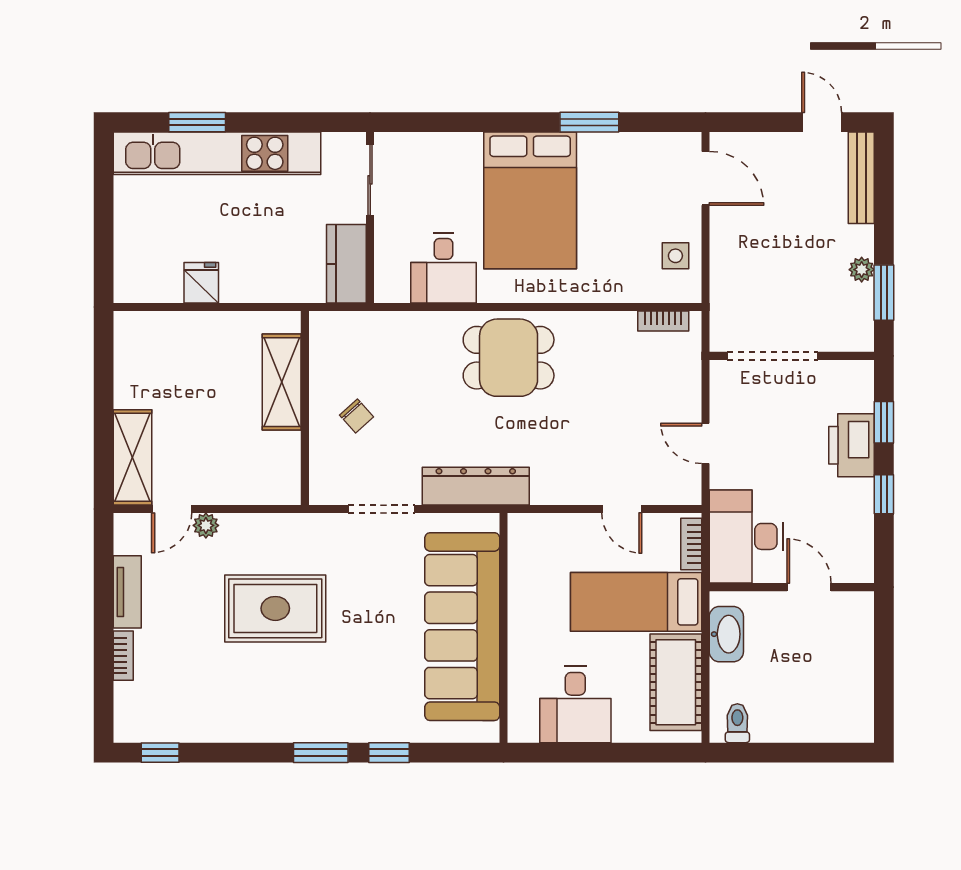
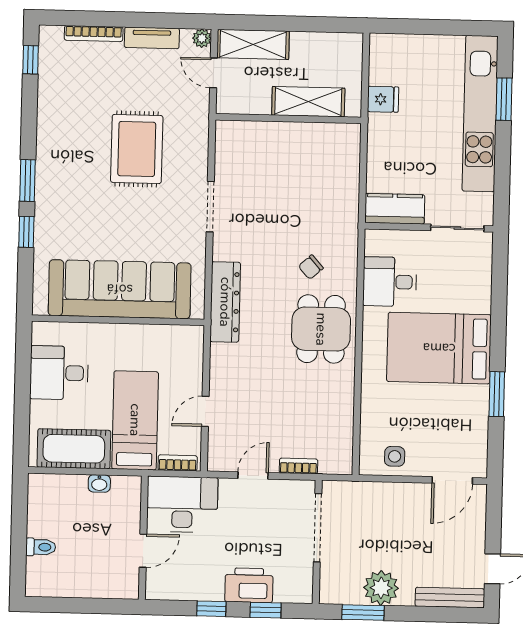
plant: (862, 270) -> (381, 588), width x1.88, depth x1.88
bookcase: (663, 321) -> (298, 466), moved, turned 90
shelving: (282, 382) -> (308, 102), moved
wall: (305, 408) -> (288, 119), moved
chair: (357, 416) -> (311, 267), moved
doorway: (382, 509) -> (210, 207), moved
plant: (206, 525) -> (202, 38), moved
washbasin: (726, 634) -> (99, 483), width x0.52, depth x0.69
bookcase: (123, 656) -> (94, 34), width x1.56
toilet: (737, 723) -> (41, 547), moved

